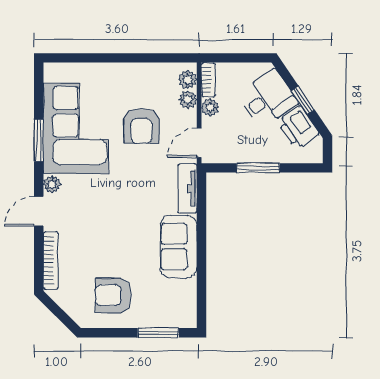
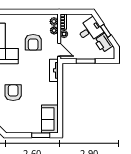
door: (199, 143) -> (59, 50), swing flipped
sofa: (179, 247) -> (50, 119), moved
armchair: (113, 295) -> (13, 93), moved, turned 90

